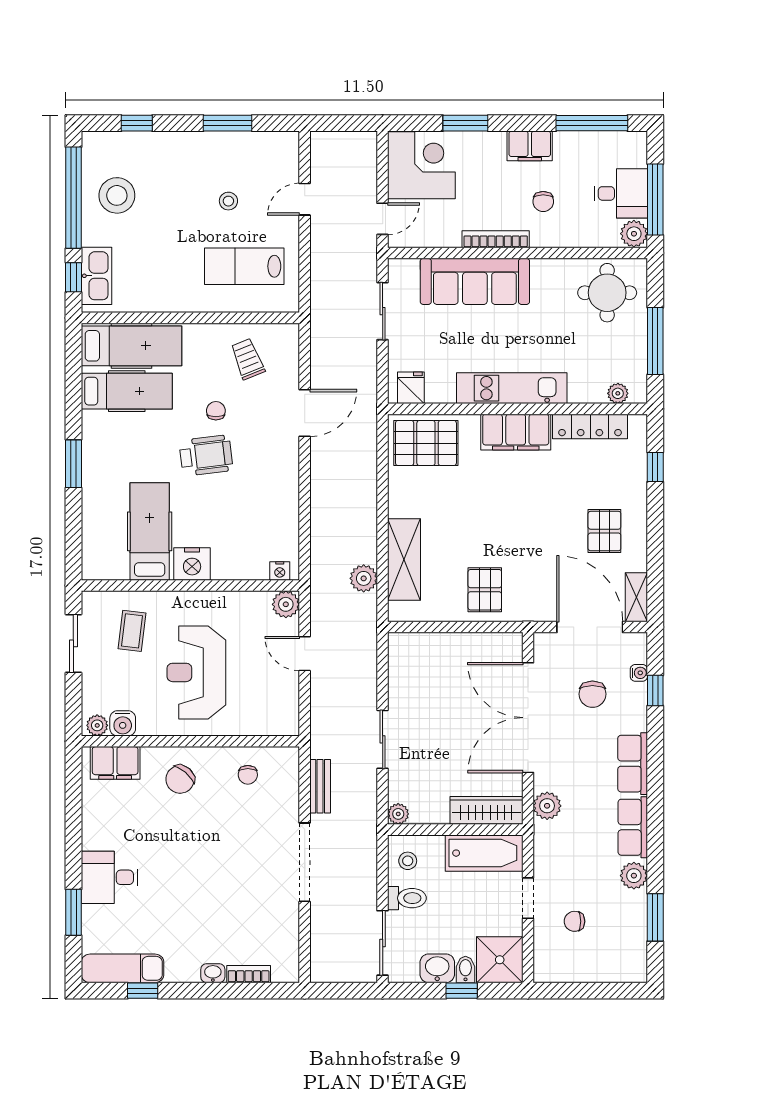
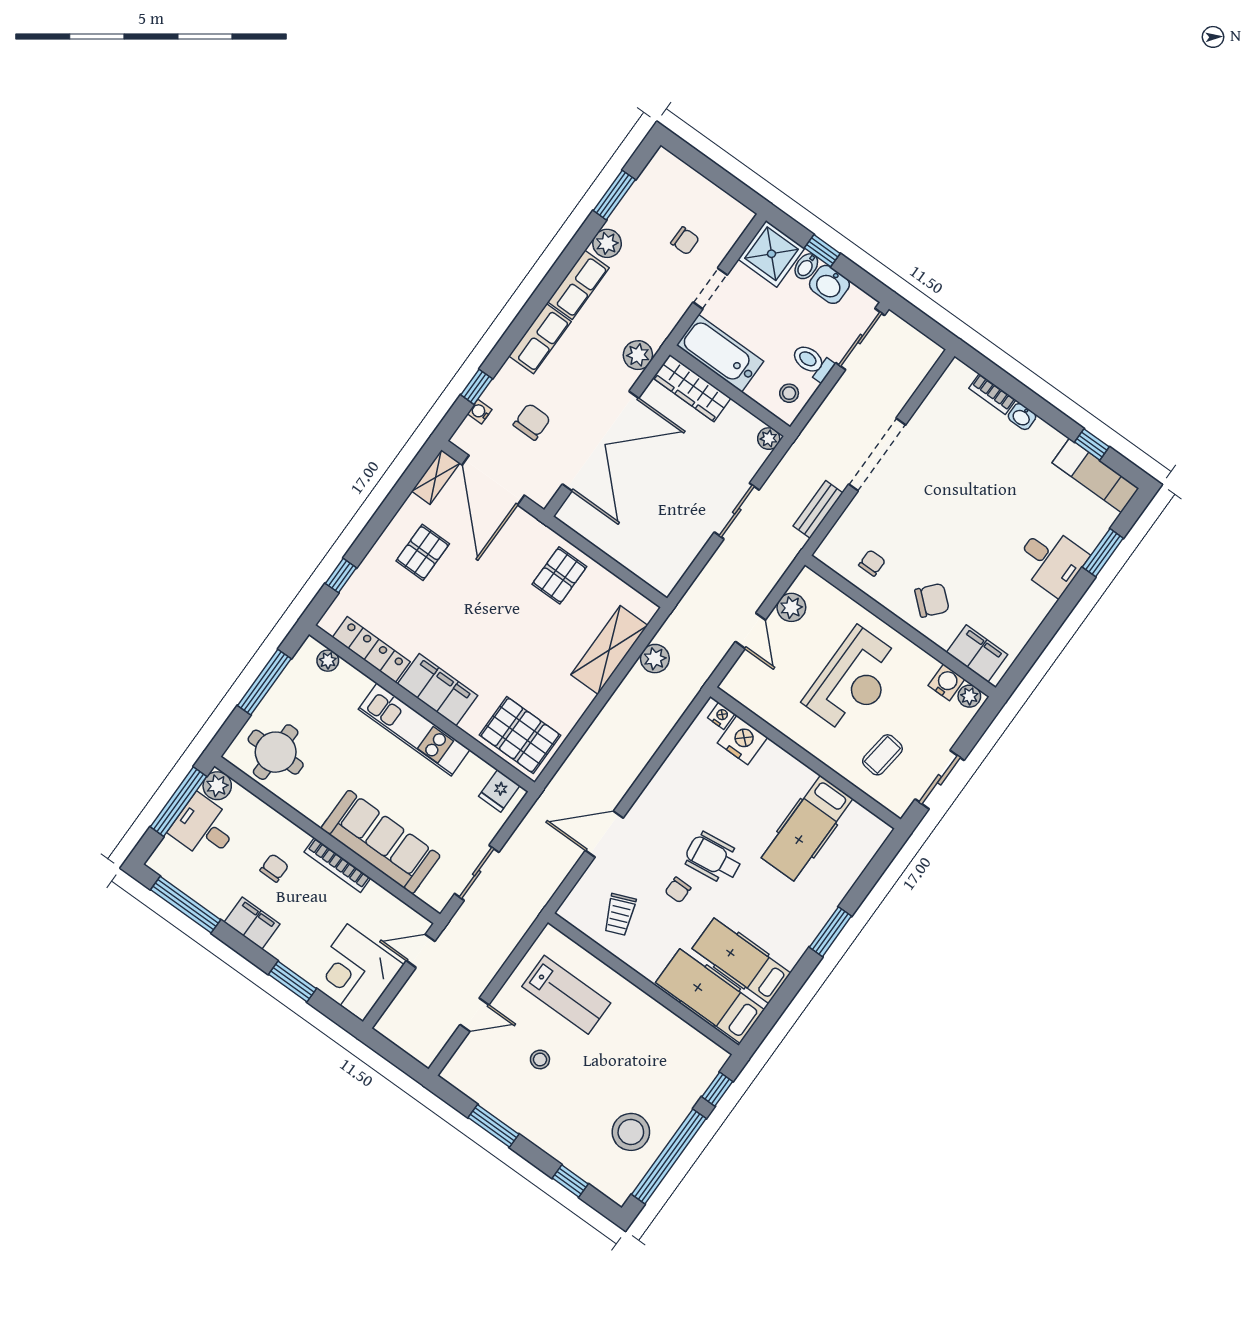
kitchen sink: (96, 276) -> (697, 1077), removed
nightstand: (192, 564) -> (742, 740), moved
plant: (286, 604) -> (791, 607), moved

